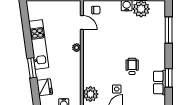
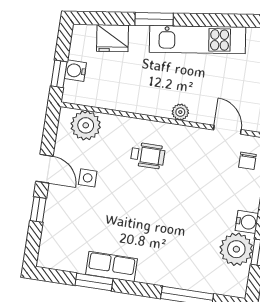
door: (82, 23) -> (227, 130), swing flipped
wheelchair: (132, 66) -> (148, 156), moved
row of seats: (159, 83) -> (111, 266), moved

